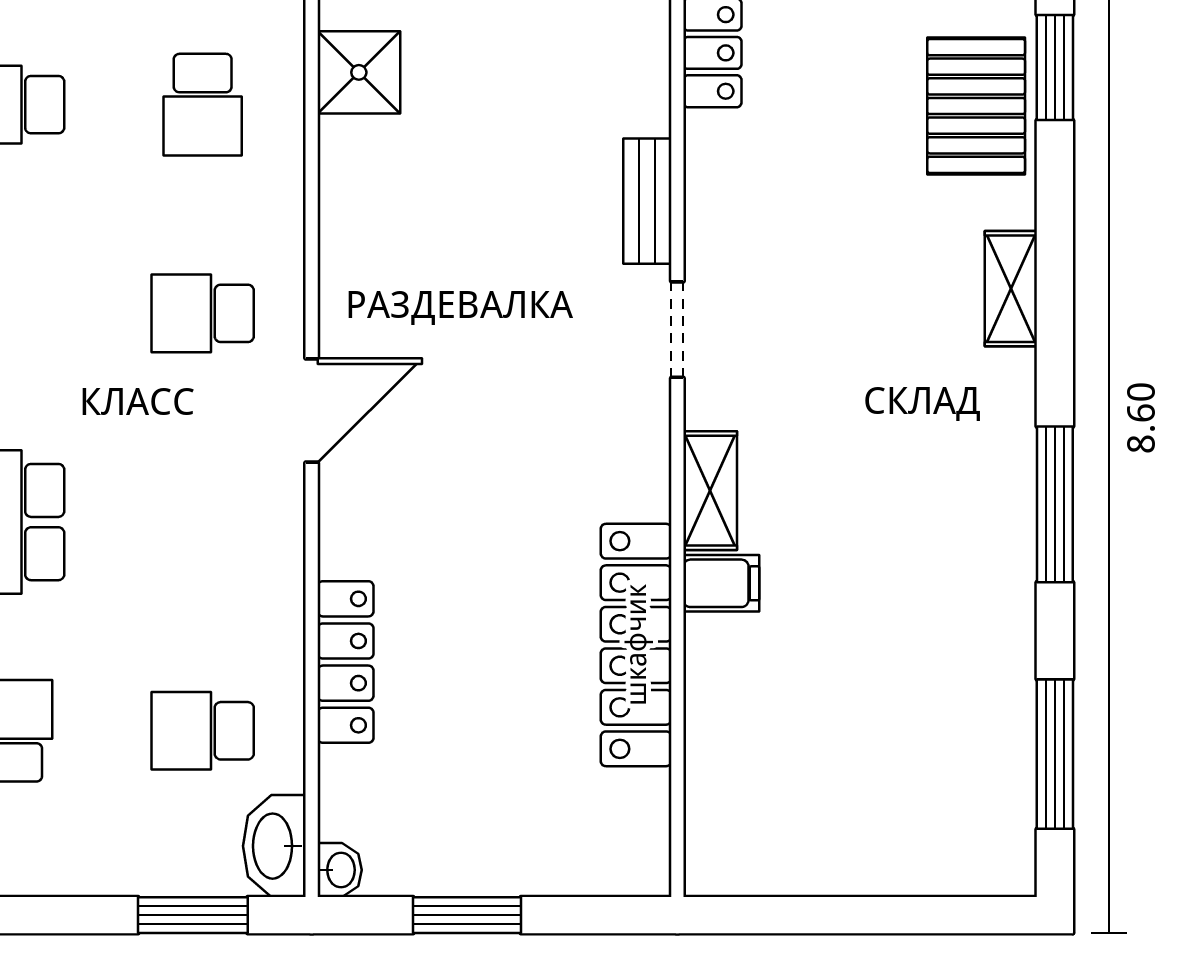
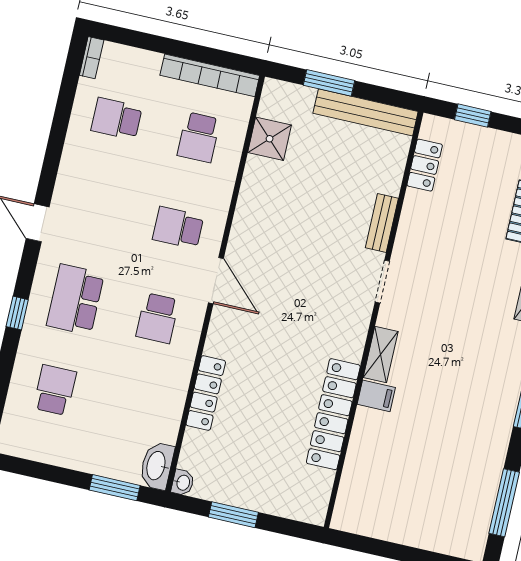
door: (312, 411) -> (216, 281), hinge flipped
school desk: (203, 731) -> (158, 318), moved, turned -90

